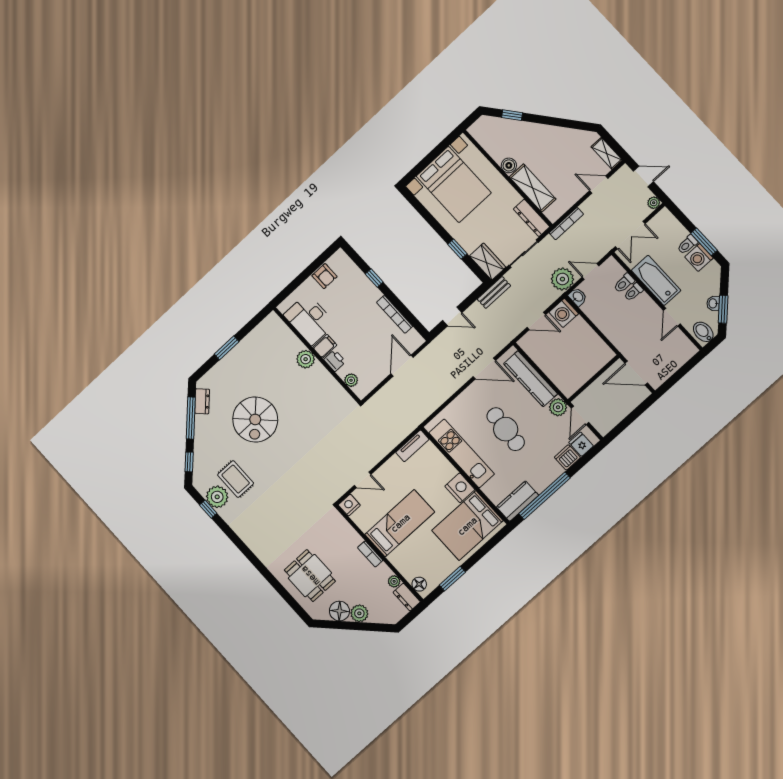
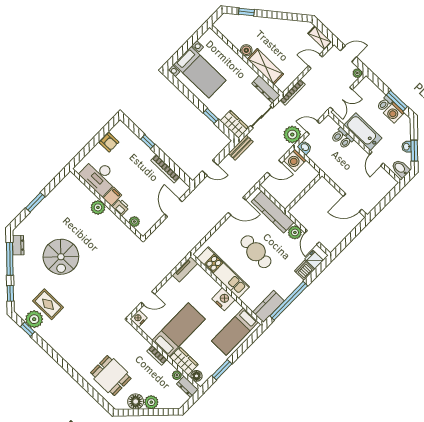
bed with nightstands: (454, 184) -> (200, 72), width x0.73
wall: (594, 378) -> (304, 192), moved
bed: (467, 526) -> (235, 332), width x0.67
wardrobe: (404, 564) -> (184, 361), added

